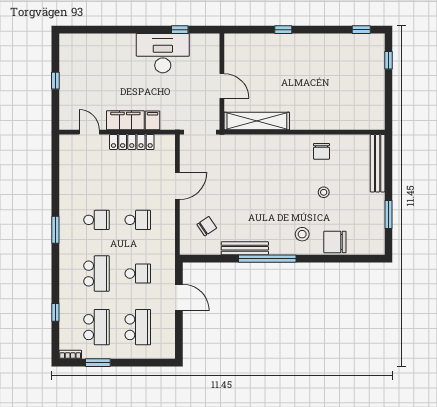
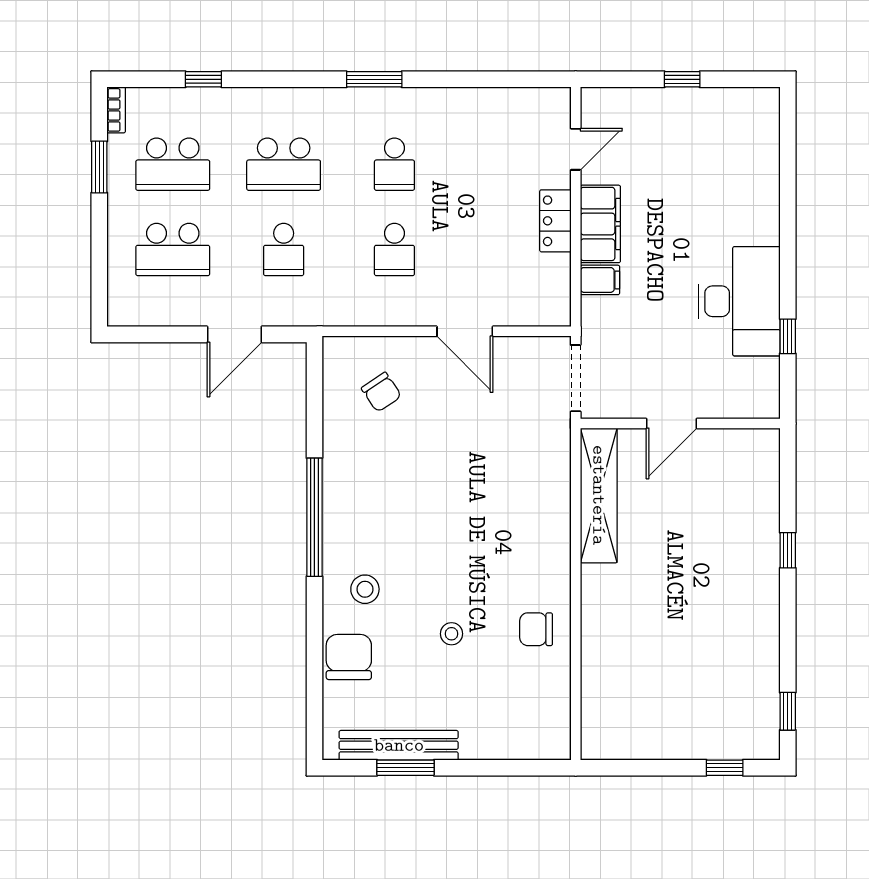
locker: (132, 142) -> (555, 221), width x0.66
bench: (378, 163) -> (399, 745), moved
bench: (245, 248) -> (336, 471), removed

